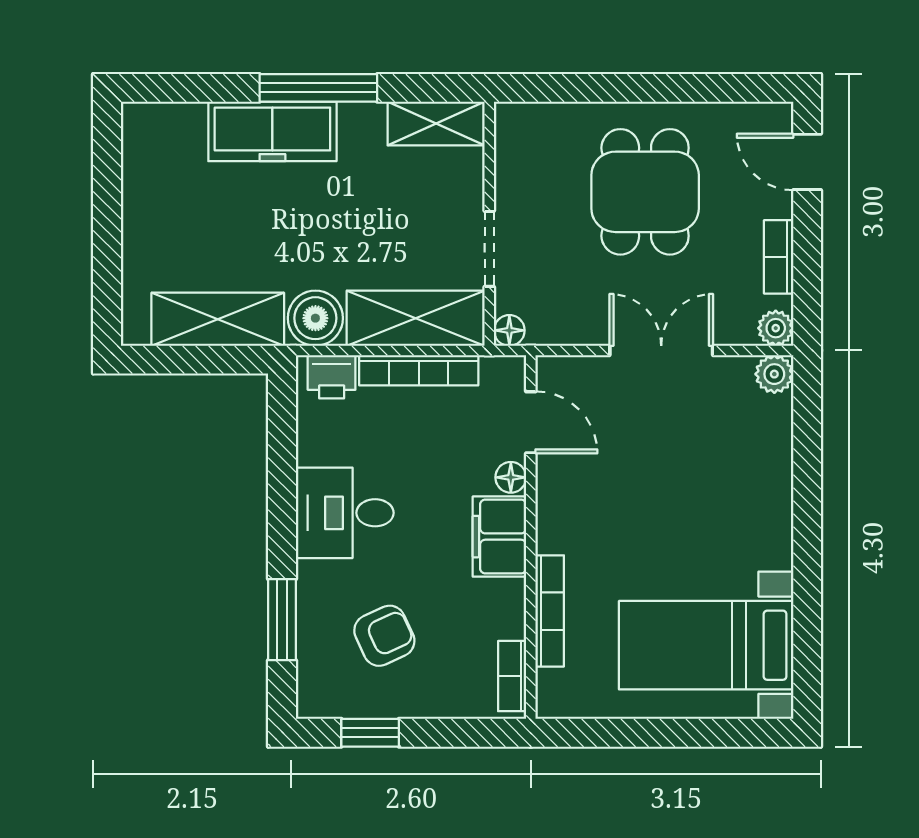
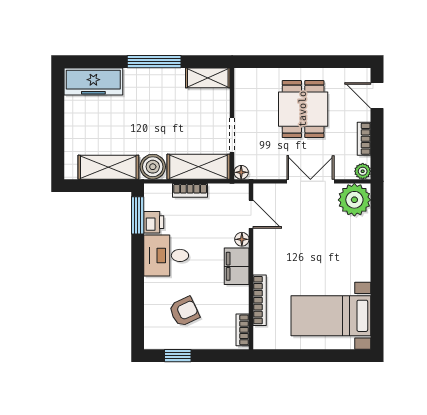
freezer: (272, 131) -> (93, 82), moved
bookcase: (419, 370) -> (190, 190), width x0.64
plant: (774, 374) -> (354, 200), width x1.87, depth x1.87
printer: (332, 377) -> (154, 222), moved, turned -90
window: (282, 620) -> (138, 215), moved

